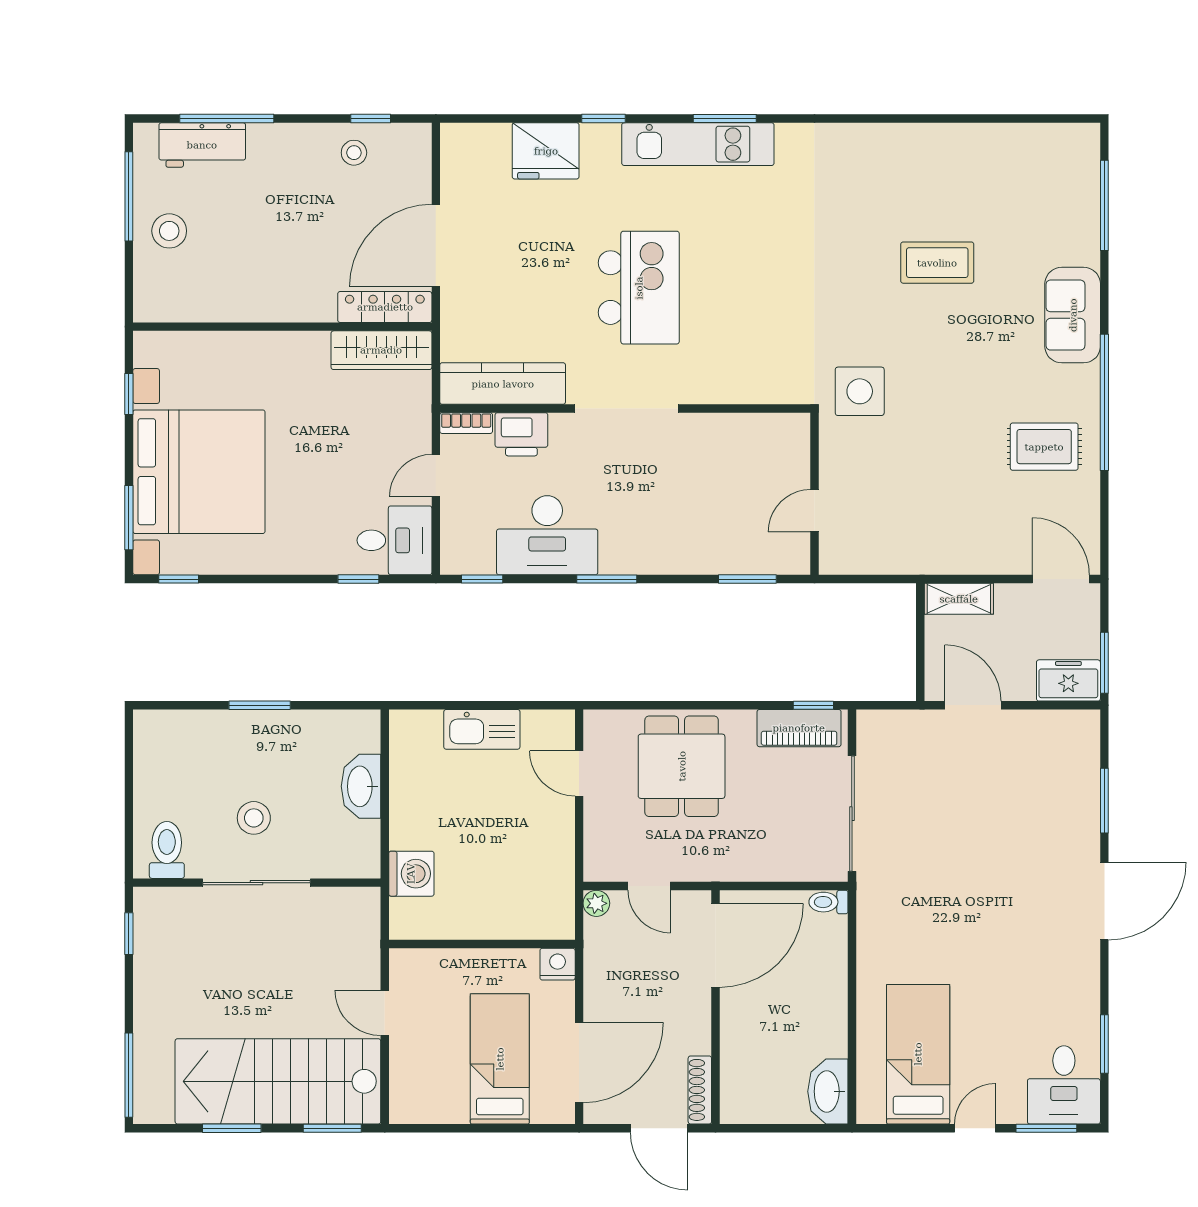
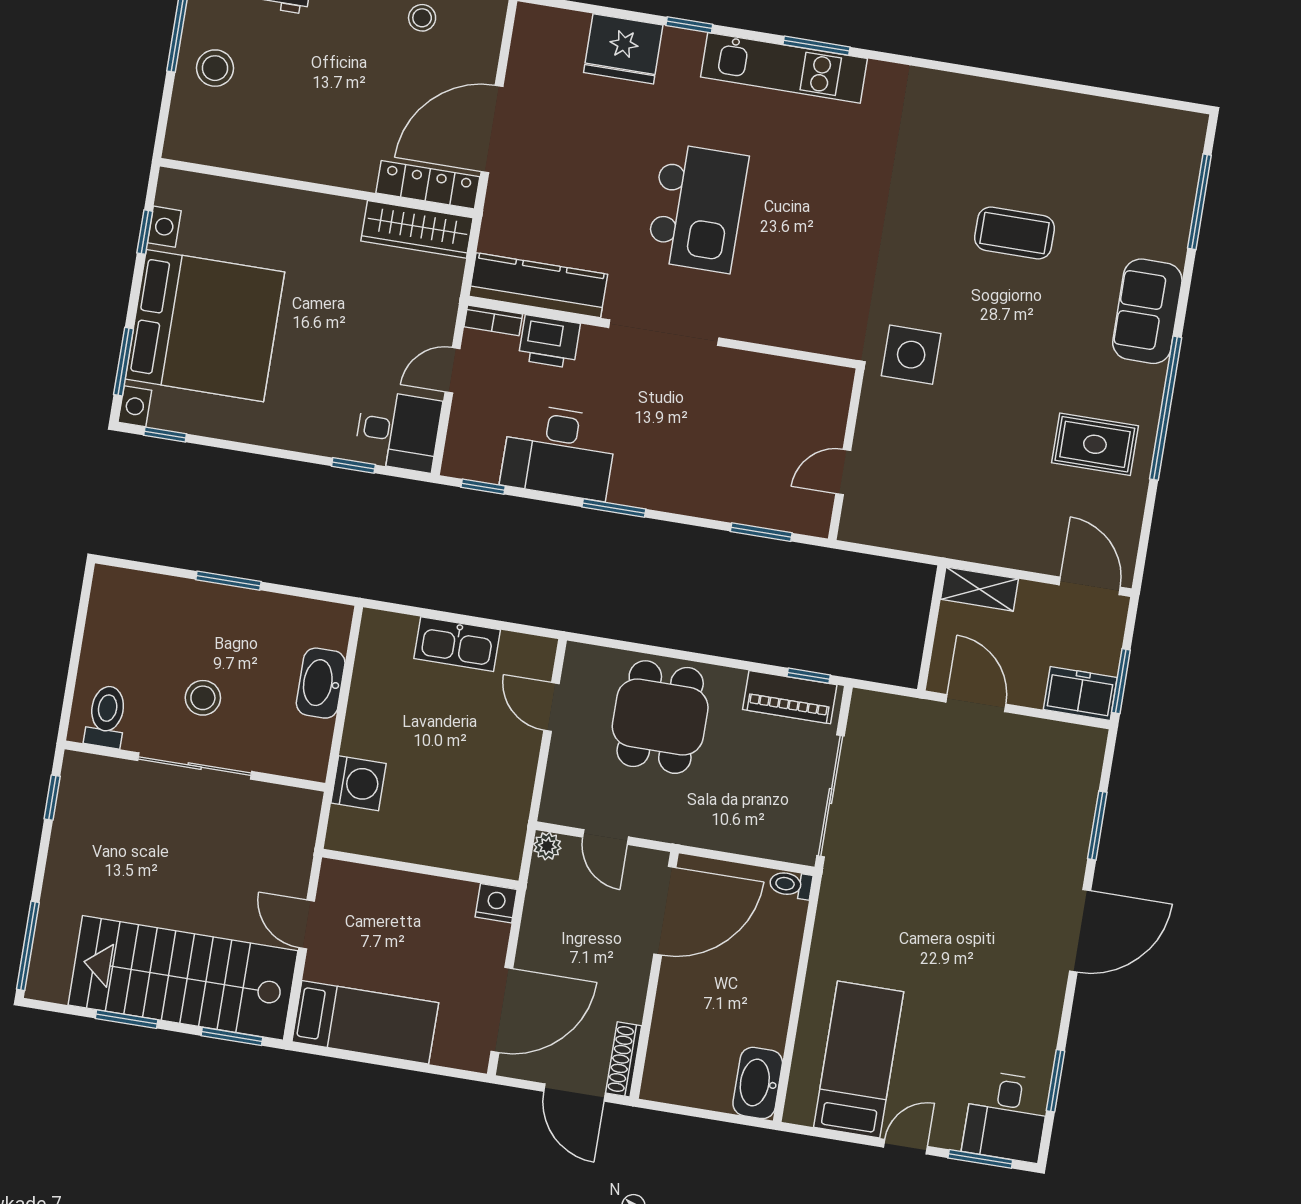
bed: (500, 1059) -> (365, 1022), moved, turned 90

